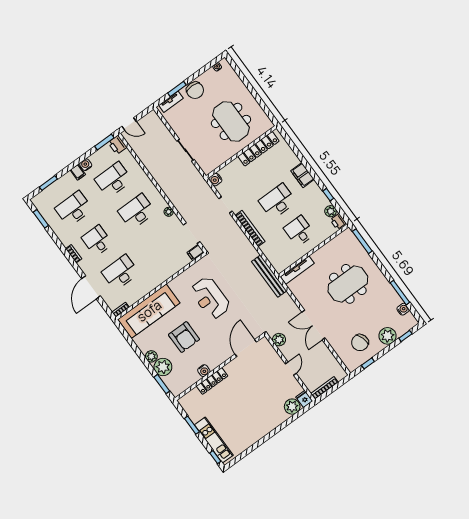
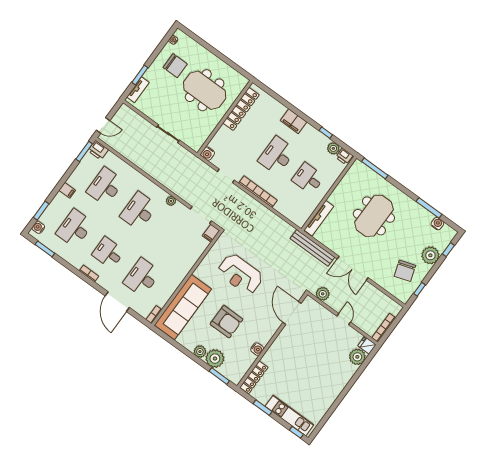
chair: (195, 90) -> (175, 66), moved
water cooler: (86, 165) -> (38, 227), moved
bench: (269, 276) -> (312, 248), moved
locker: (212, 381) -> (254, 377), moved

